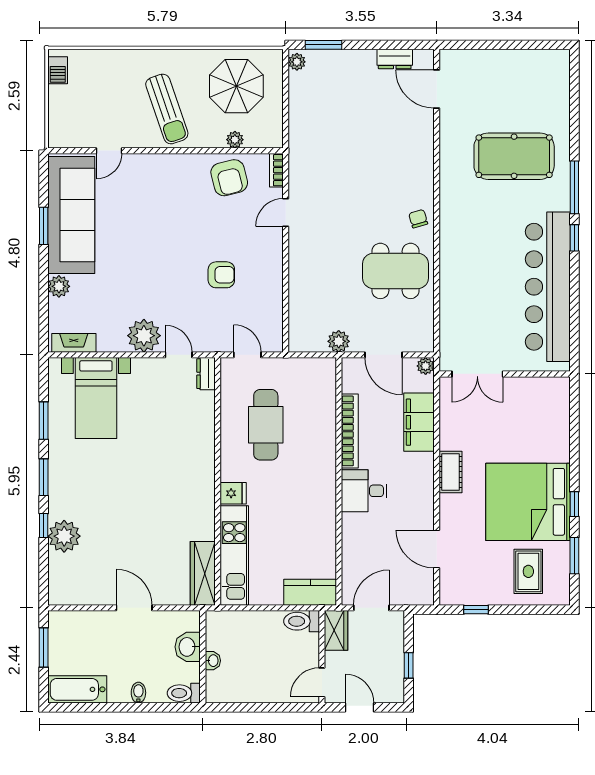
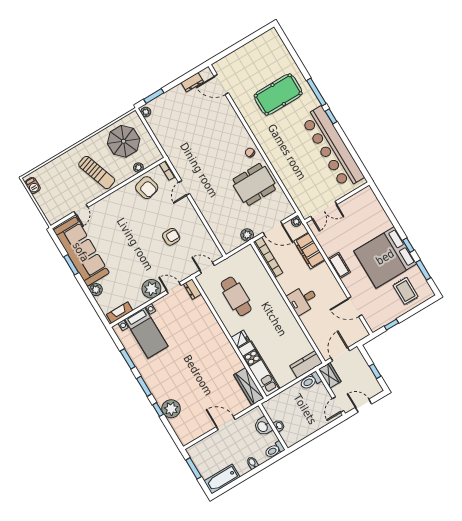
bookcase: (350, 431) -> (268, 257), moved

